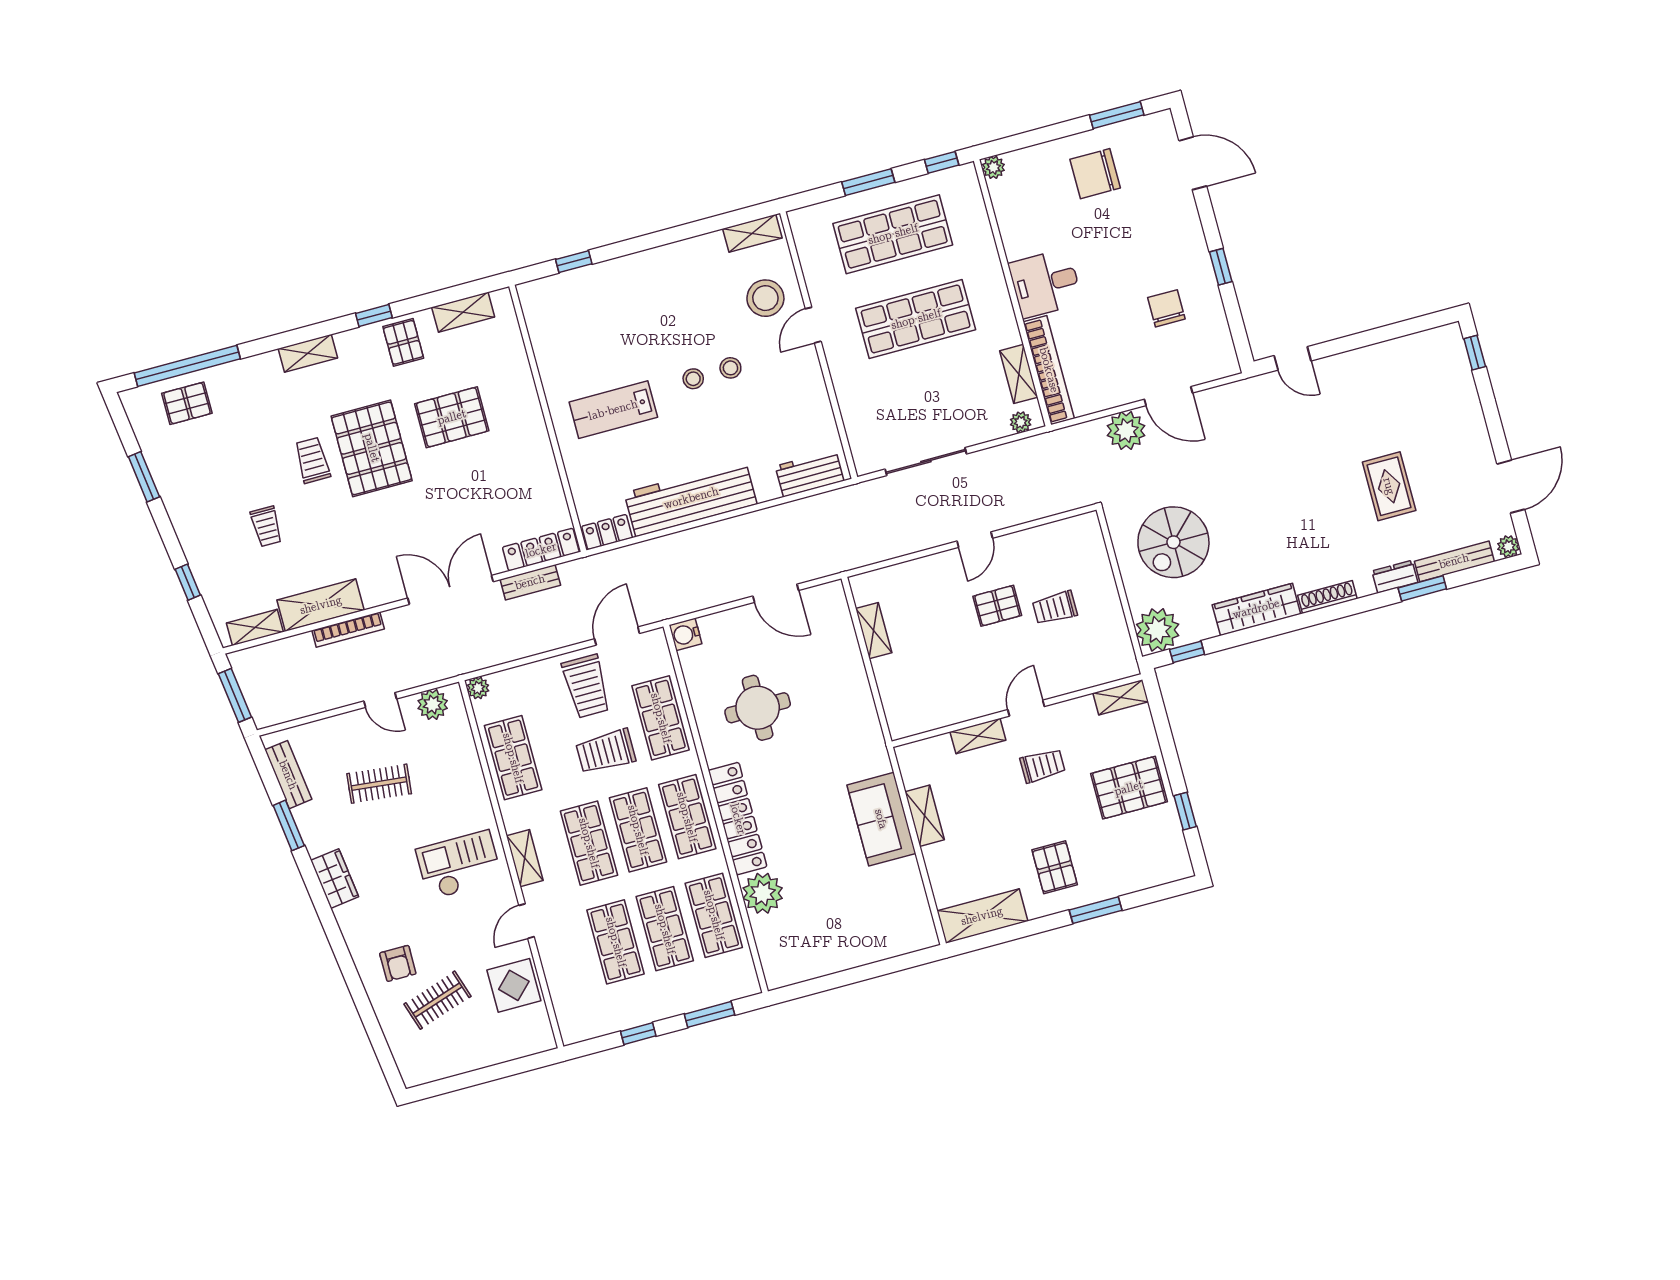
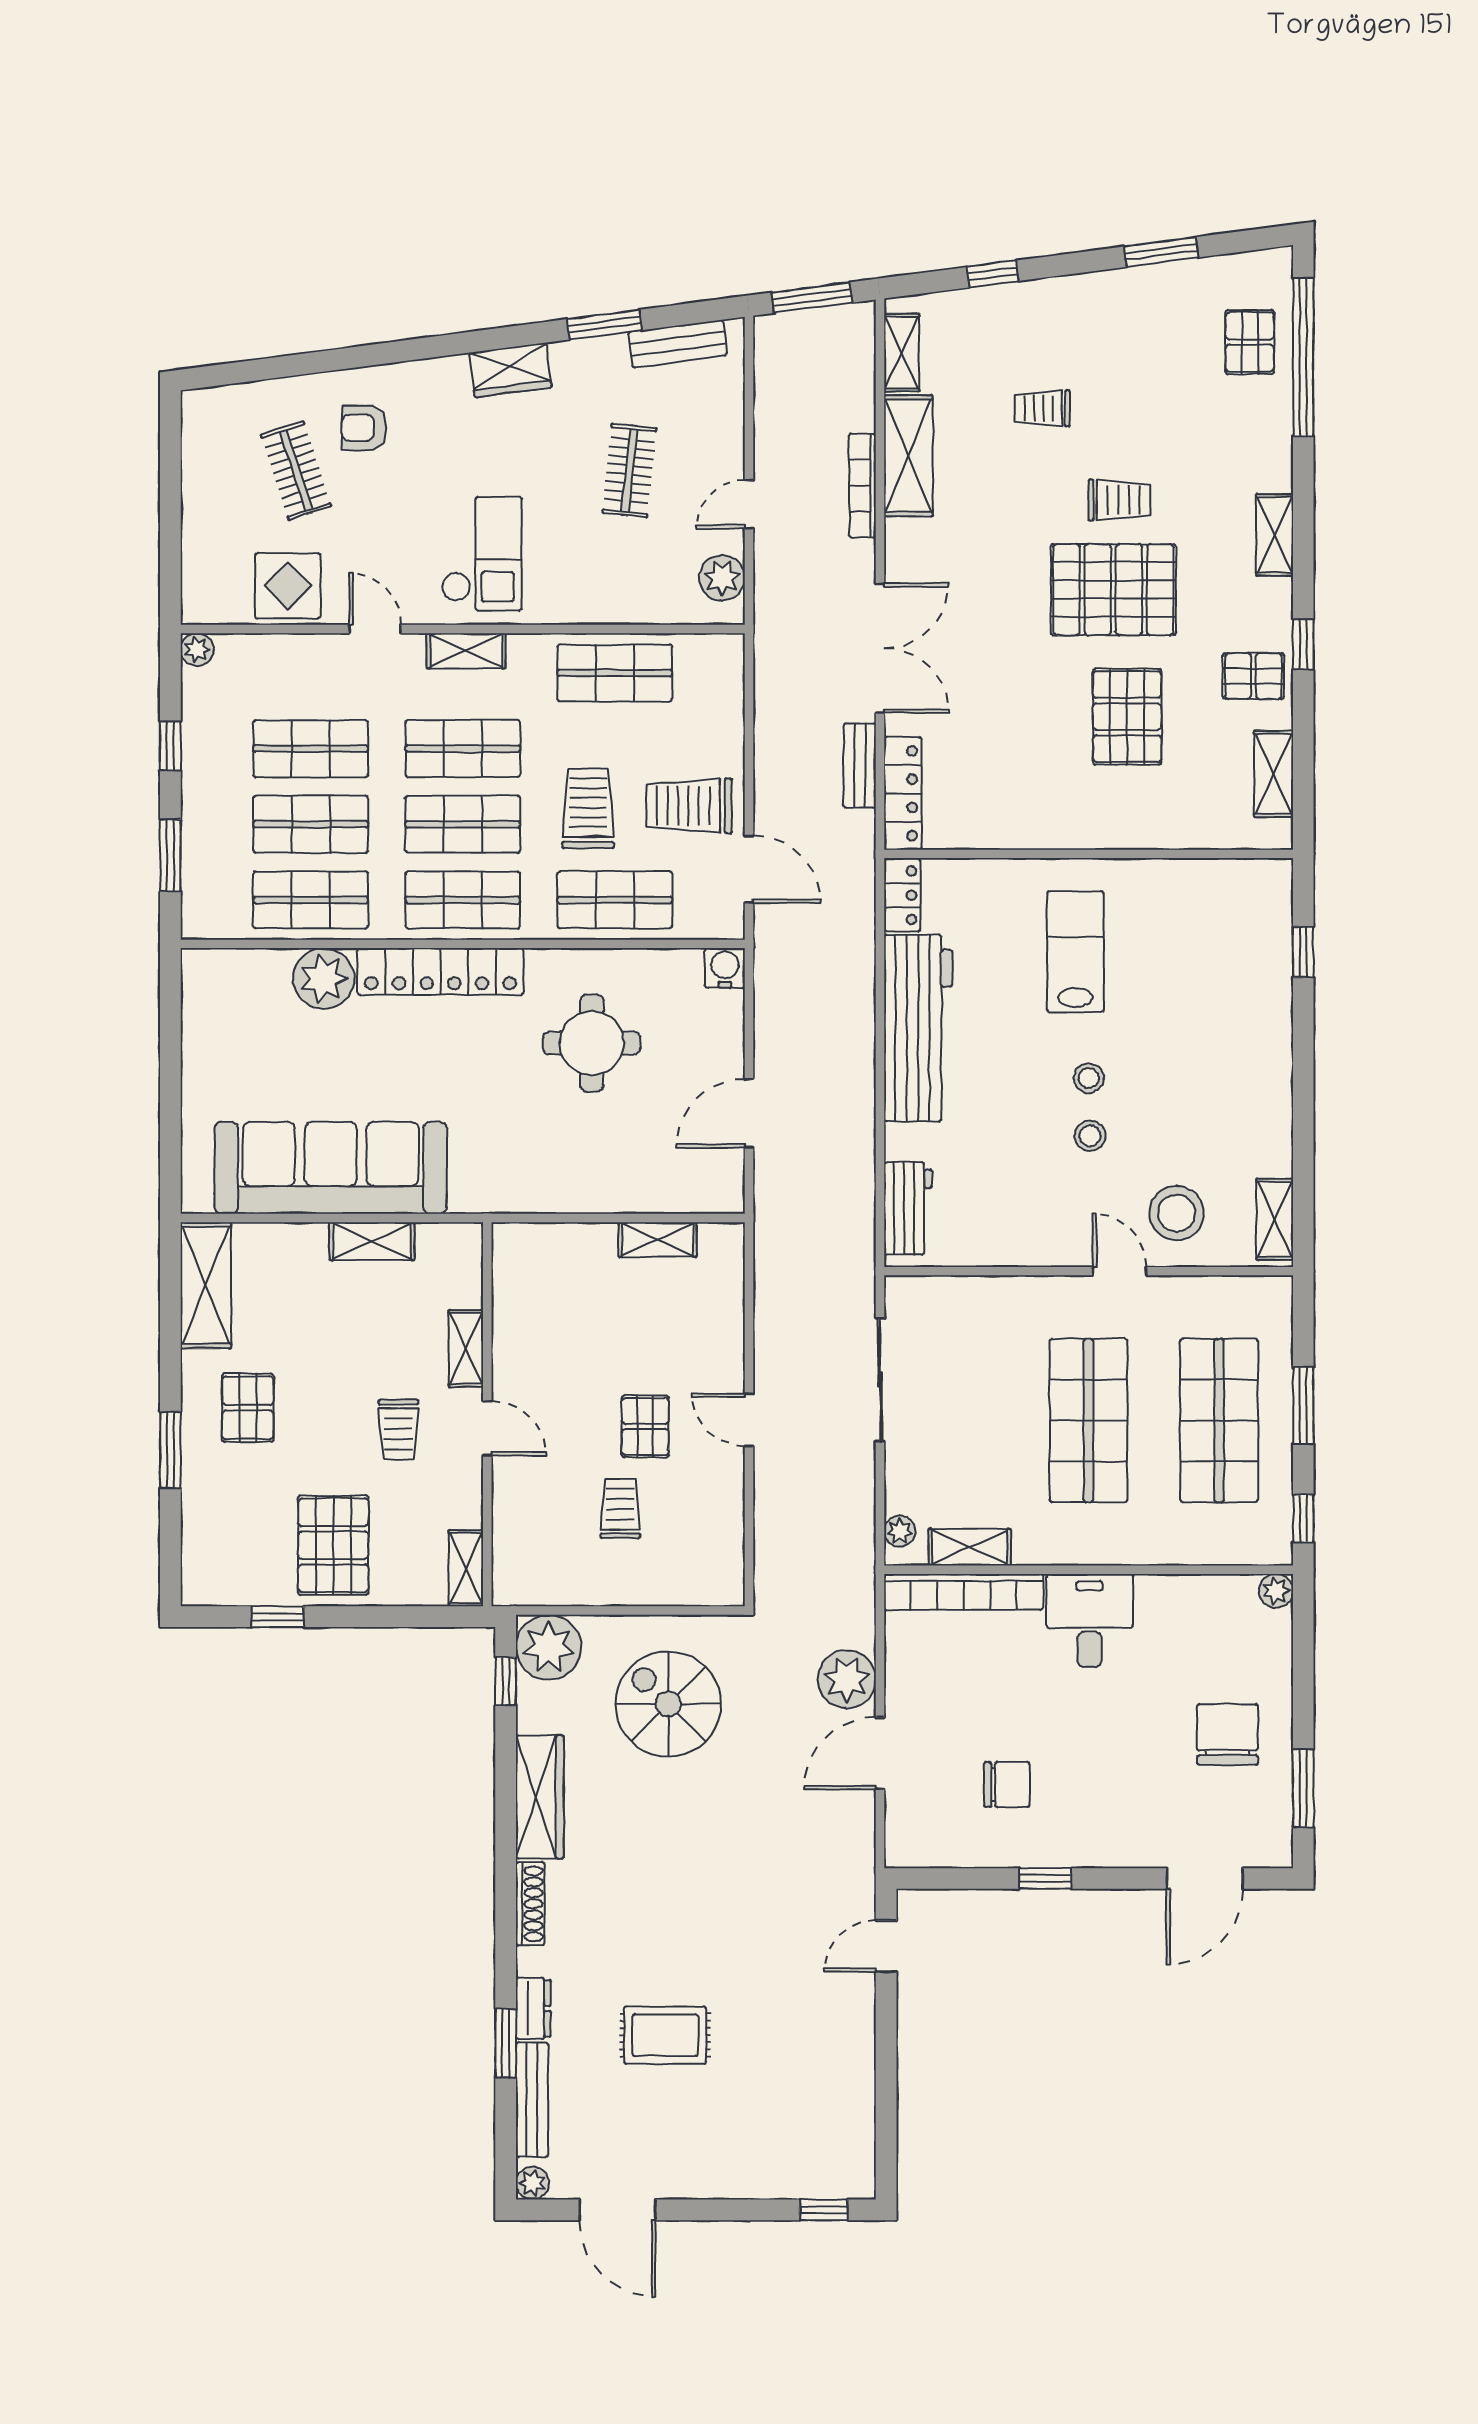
plant: (478, 688) -> (197, 650), moved
sofa: (881, 819) -> (331, 1168), width x1.85, depth x1.27
pallet: (1055, 867) -> (248, 1408), turned 90

